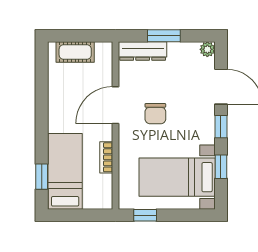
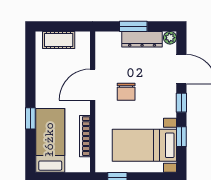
dresser: (143, 51) -> (142, 39), moved
bookcase: (106, 157) -> (85, 136), width x1.56
window: (42, 177) -> (30, 118), moved

